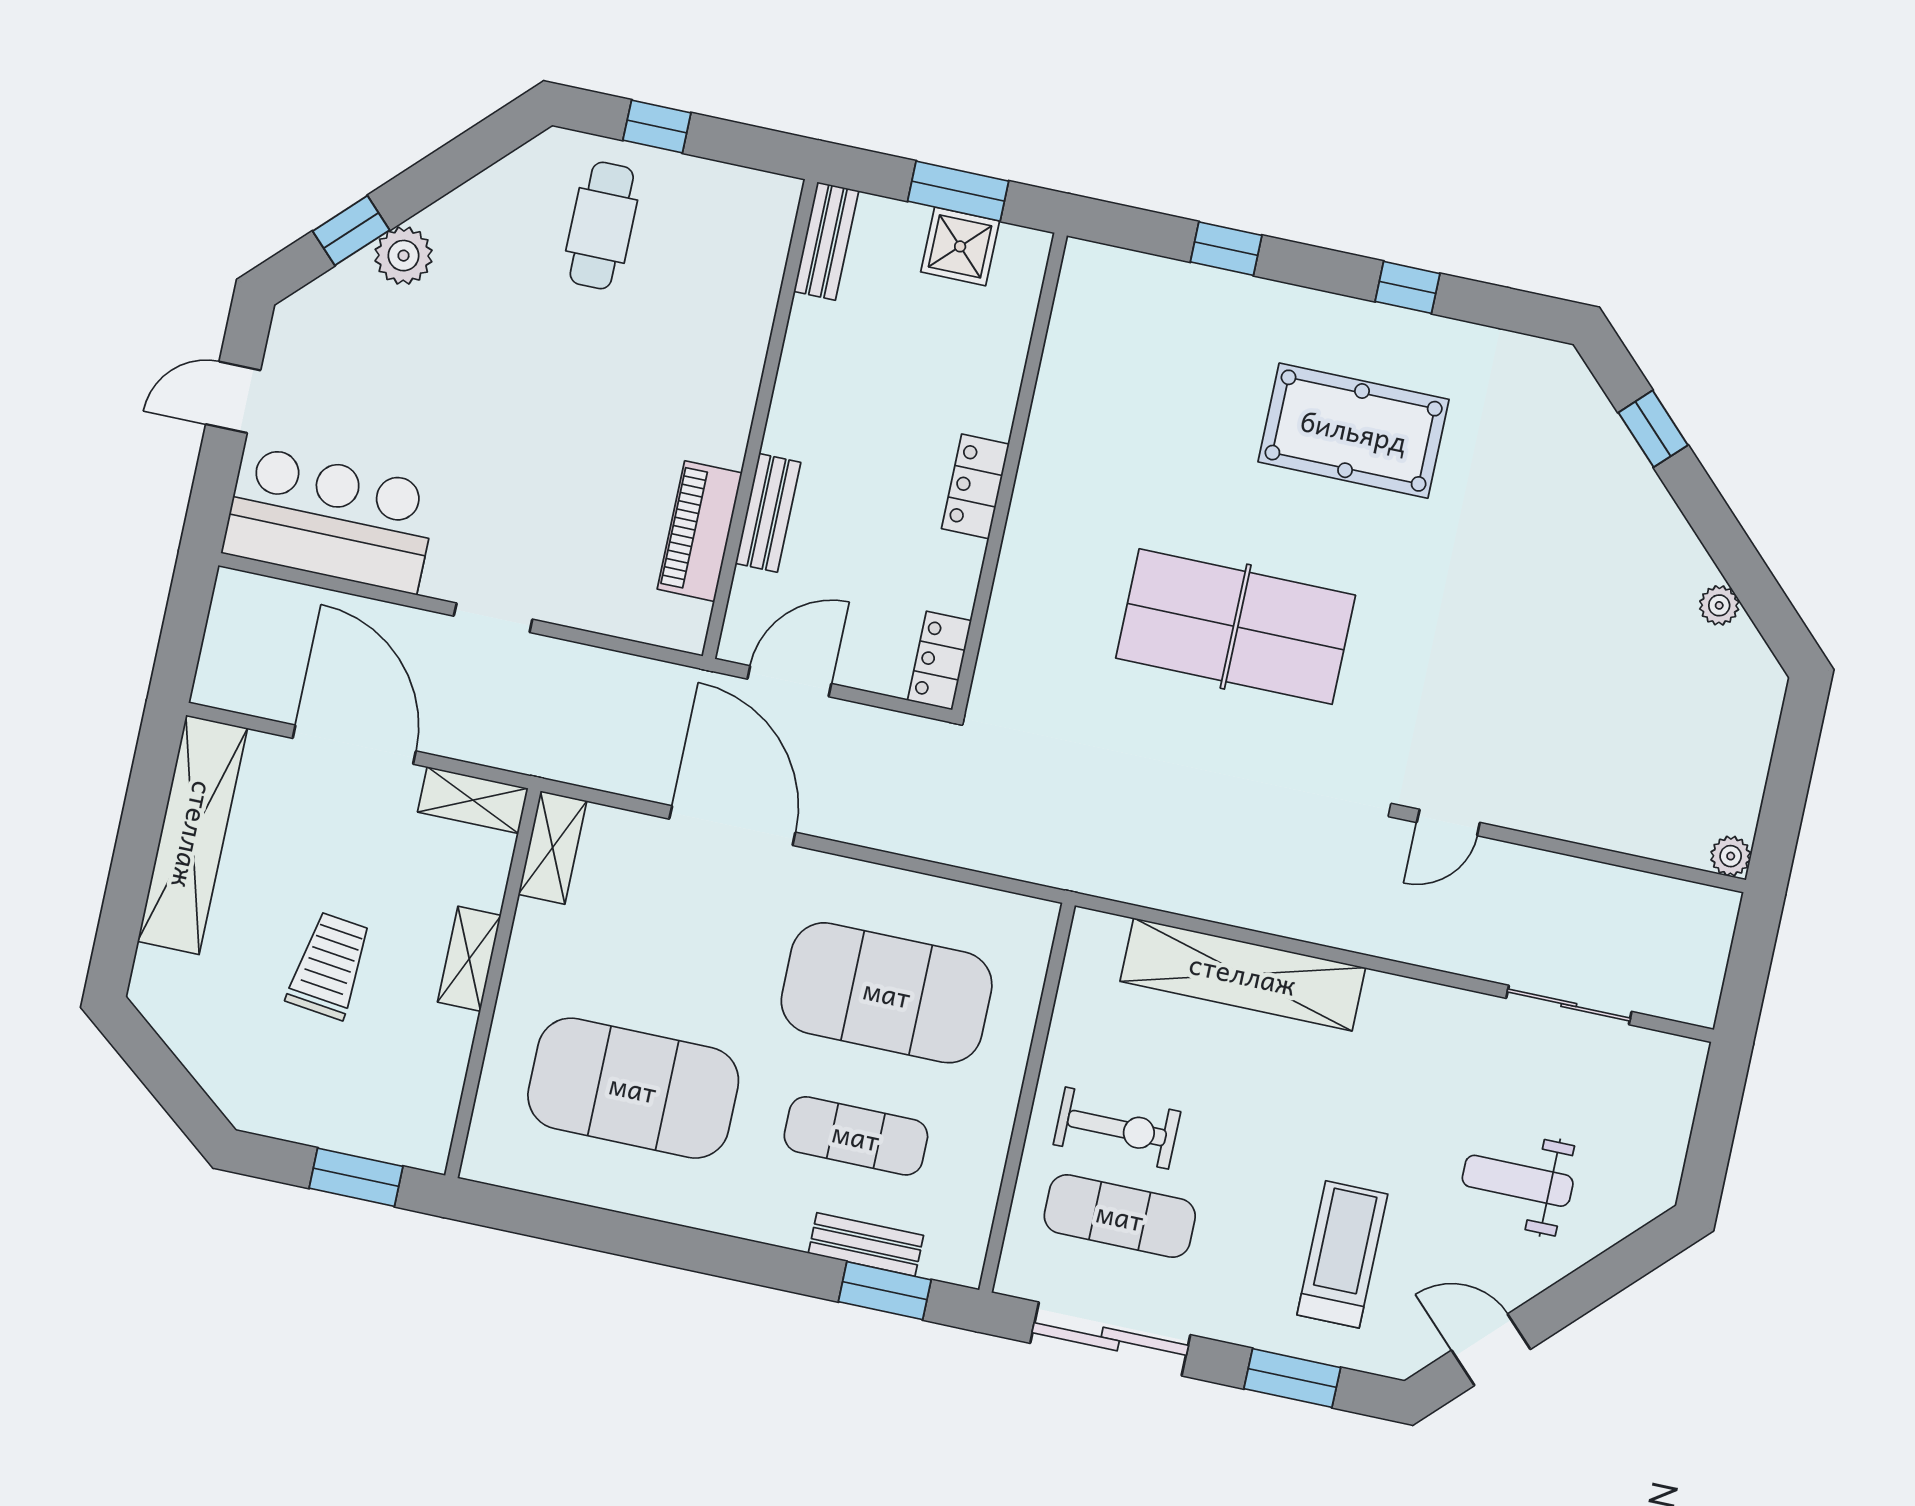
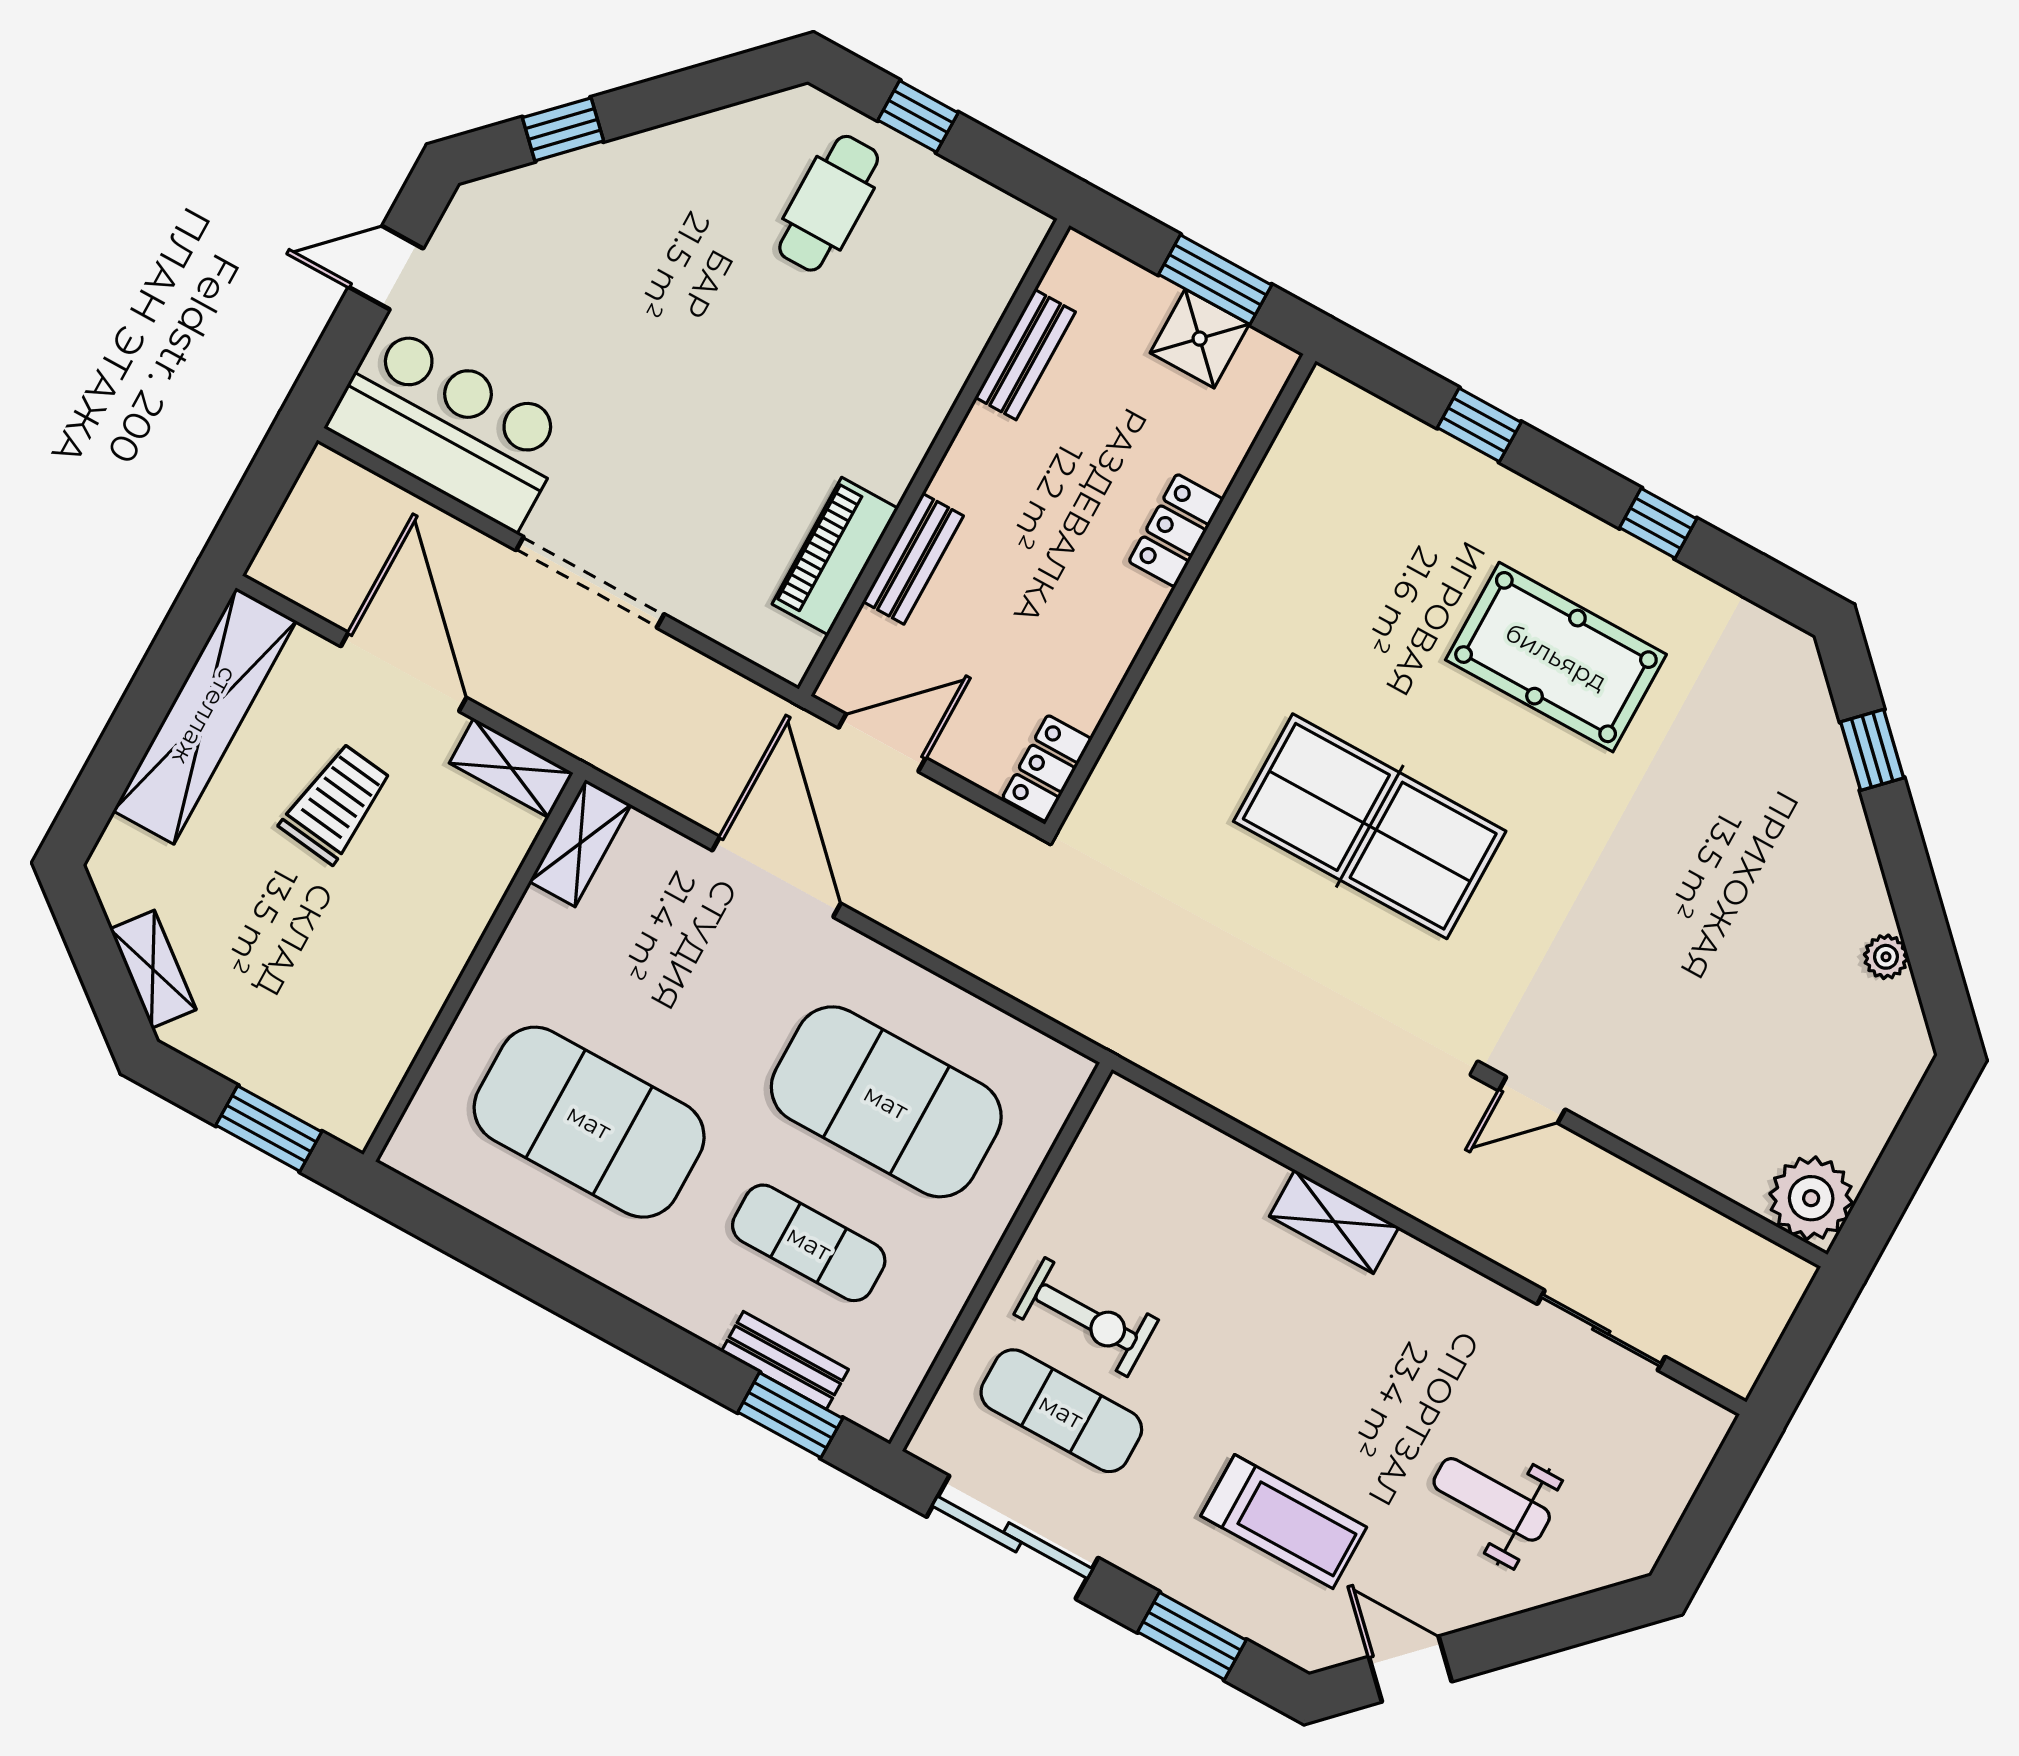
bench: (826, 241) -> (1025, 355), moved
plant: (404, 256) -> (610, 172), removed
locker: (975, 486) -> (1176, 530), moved
doorway: (493, 618) -> (590, 582), width x1.88
plant: (1731, 856) -> (1811, 1198), width x1.88, depth x1.88
shelving: (469, 959) -> (153, 969), moved, turned -52
trolley: (329, 966) -> (336, 803), moved
shelving: (1243, 974) -> (1334, 1222), width x0.45, depth x0.75
treadmill: (1342, 1254) -> (1284, 1522), turned 90

